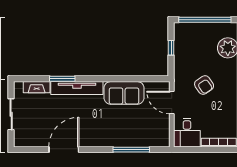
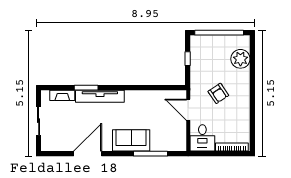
sofa: (124, 93) -> (131, 140), moved, turned 180

